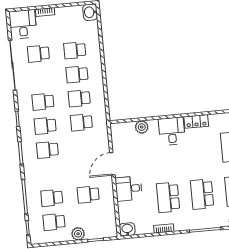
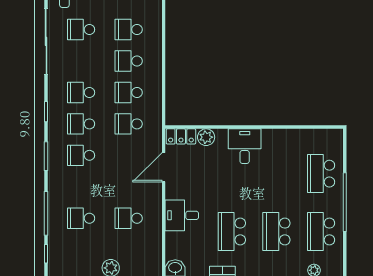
locker: (196, 121) -> (181, 136), moved
door: (112, 164) -> (164, 167), moved
school desk: (54, 222) -> (81, 250), removed

